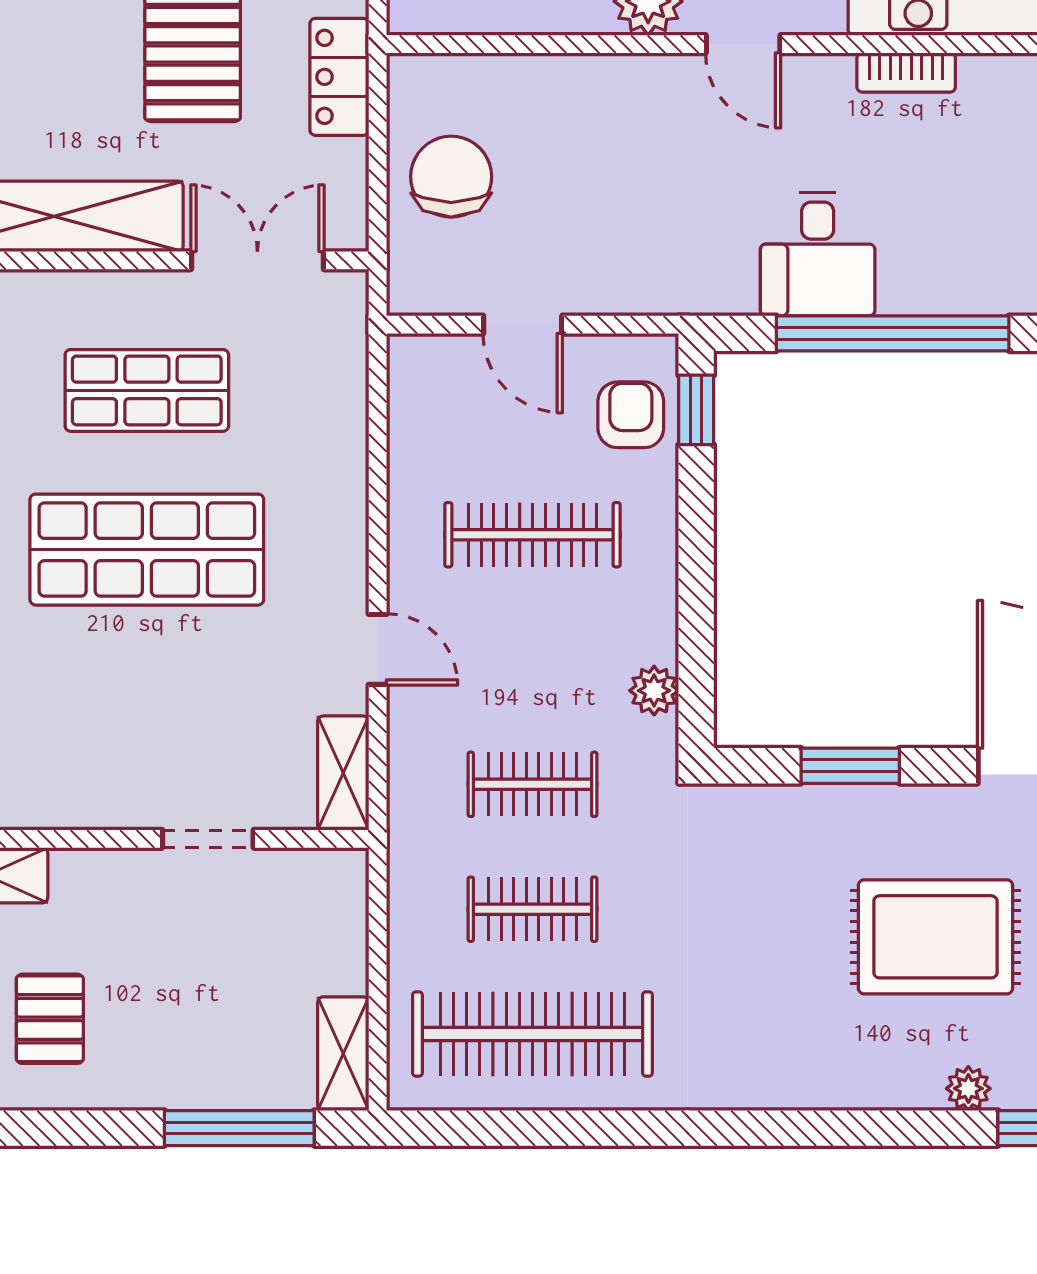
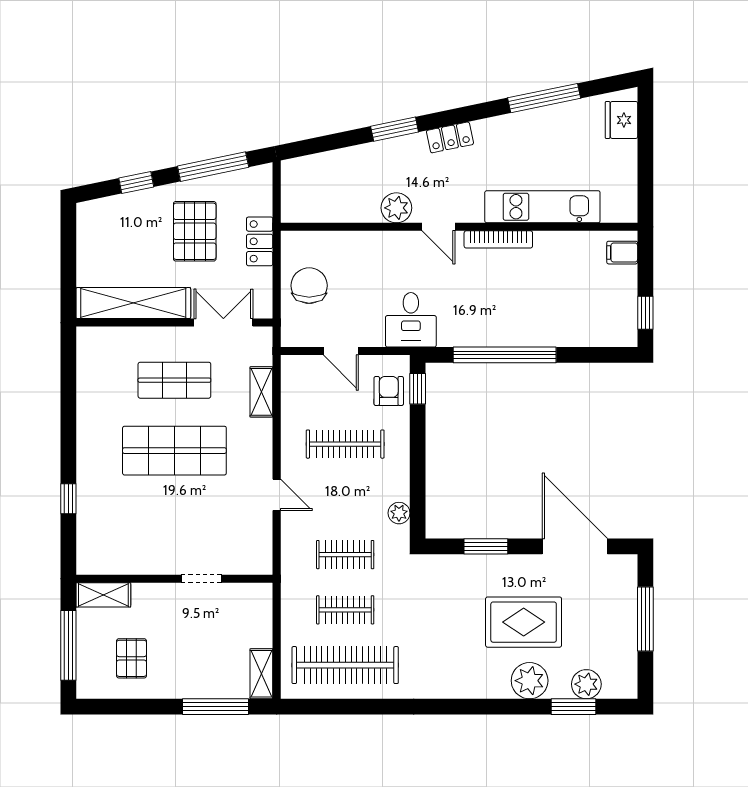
bookcase: (906, 73) -> (498, 239), width x1.56
desk: (818, 254) -> (411, 320), moved
shelving: (343, 773) -> (261, 392), moved
plant: (968, 1088) -> (530, 681), width x1.87, depth x1.87

